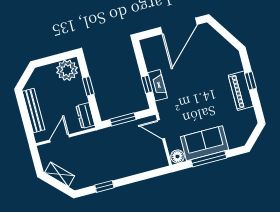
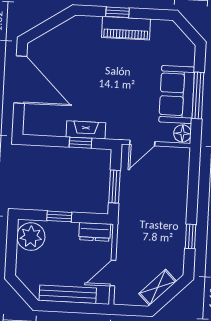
door: (60, 138) -> (113, 273), hinge flipped

